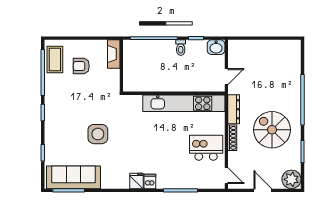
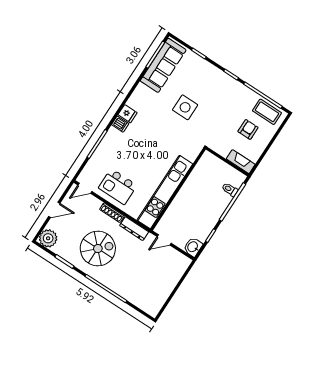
toilet: (181, 48) -> (230, 189), moved
door: (226, 77) -> (164, 240), hinge flipped
kitchen island: (206, 148) -> (118, 187), turned 90

